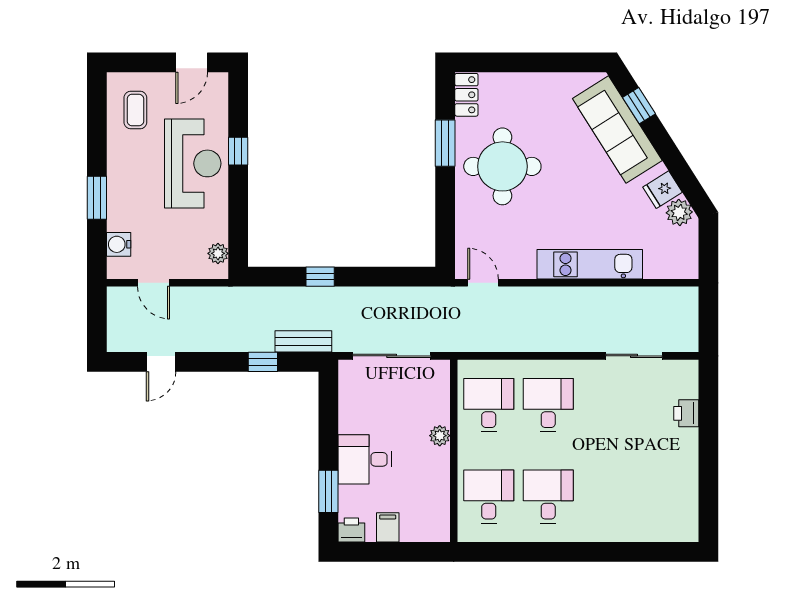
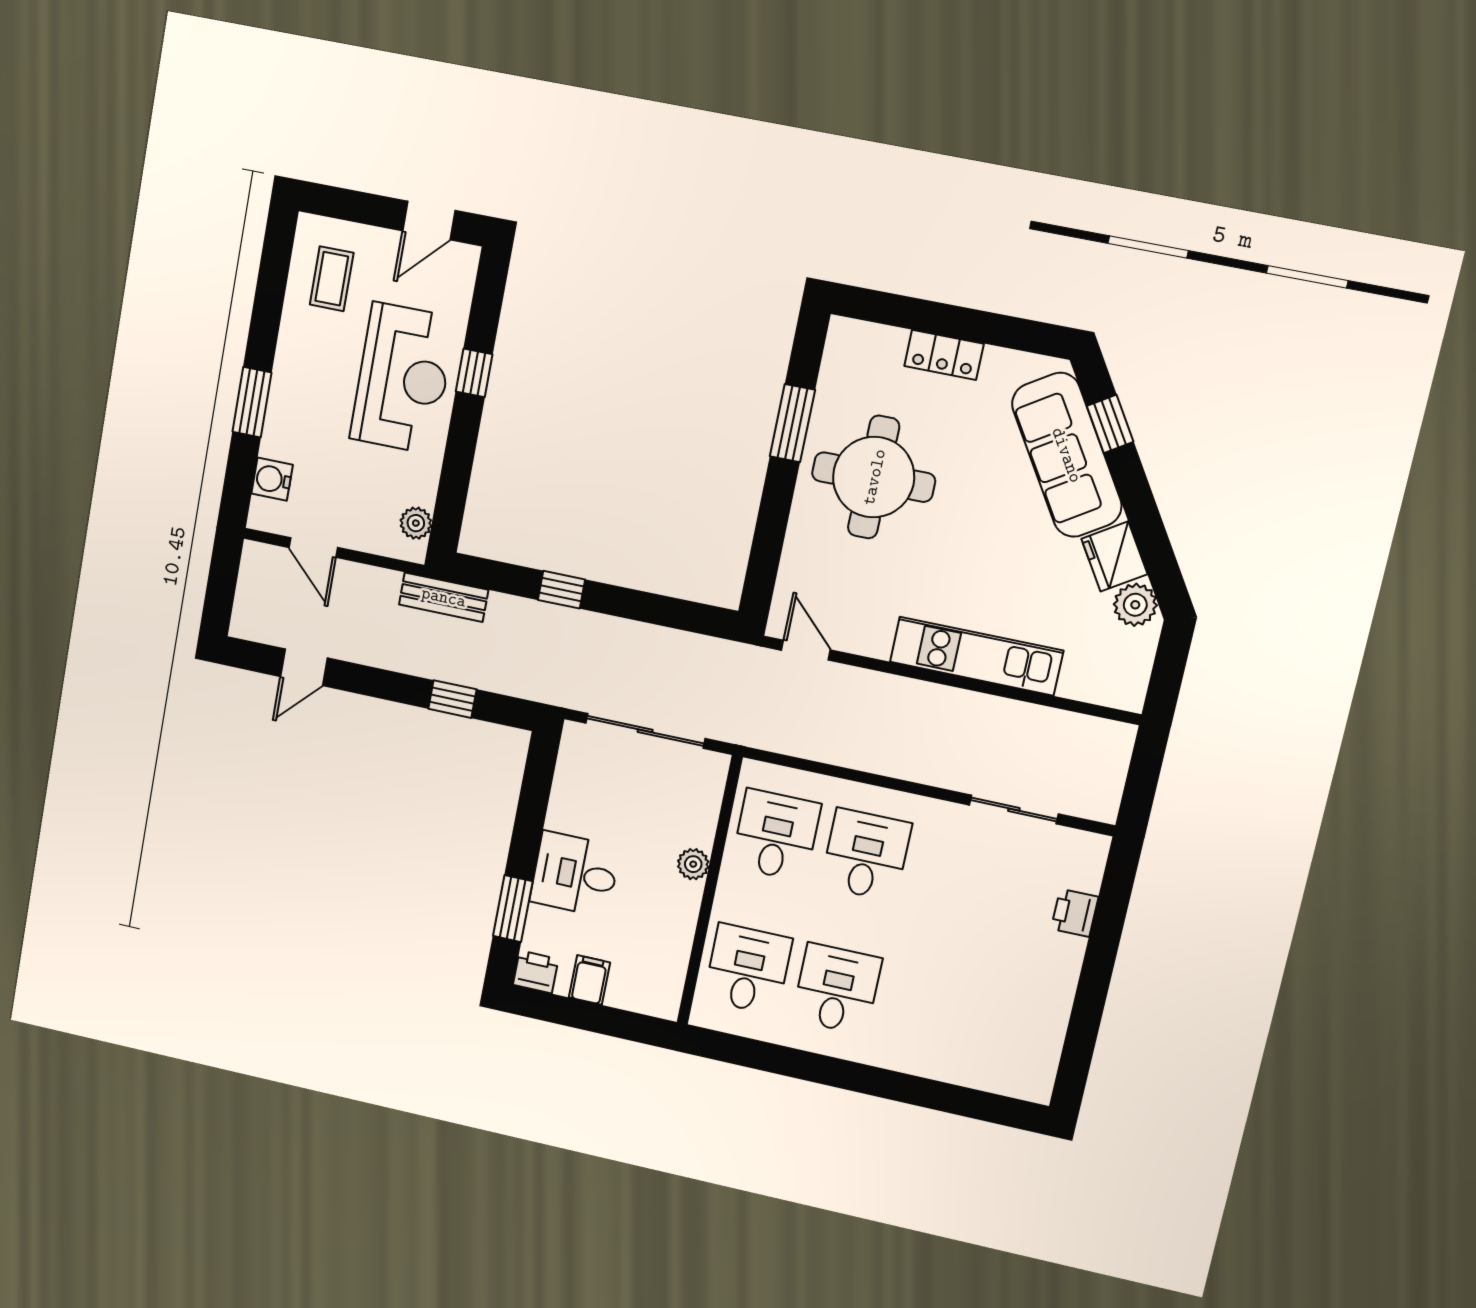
locker: (466, 95) -> (944, 355), moved, turned 90
fridge: (663, 190) -> (1114, 556), width x1.38
bench: (303, 341) -> (444, 597), moved

